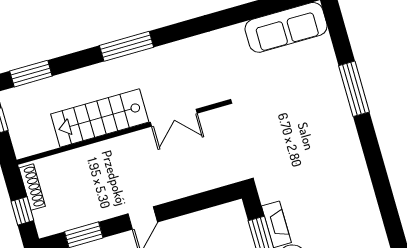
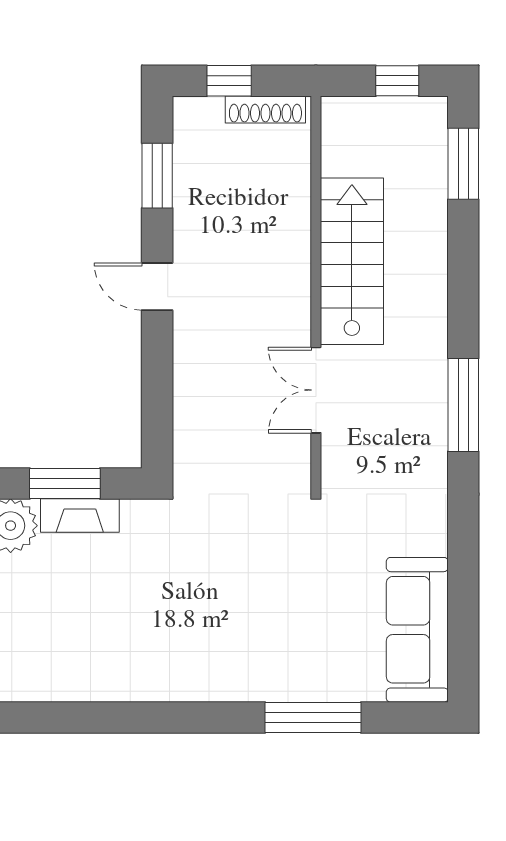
window: (127, 46) -> (463, 405), moved
window: (354, 89) -> (313, 718), moved

